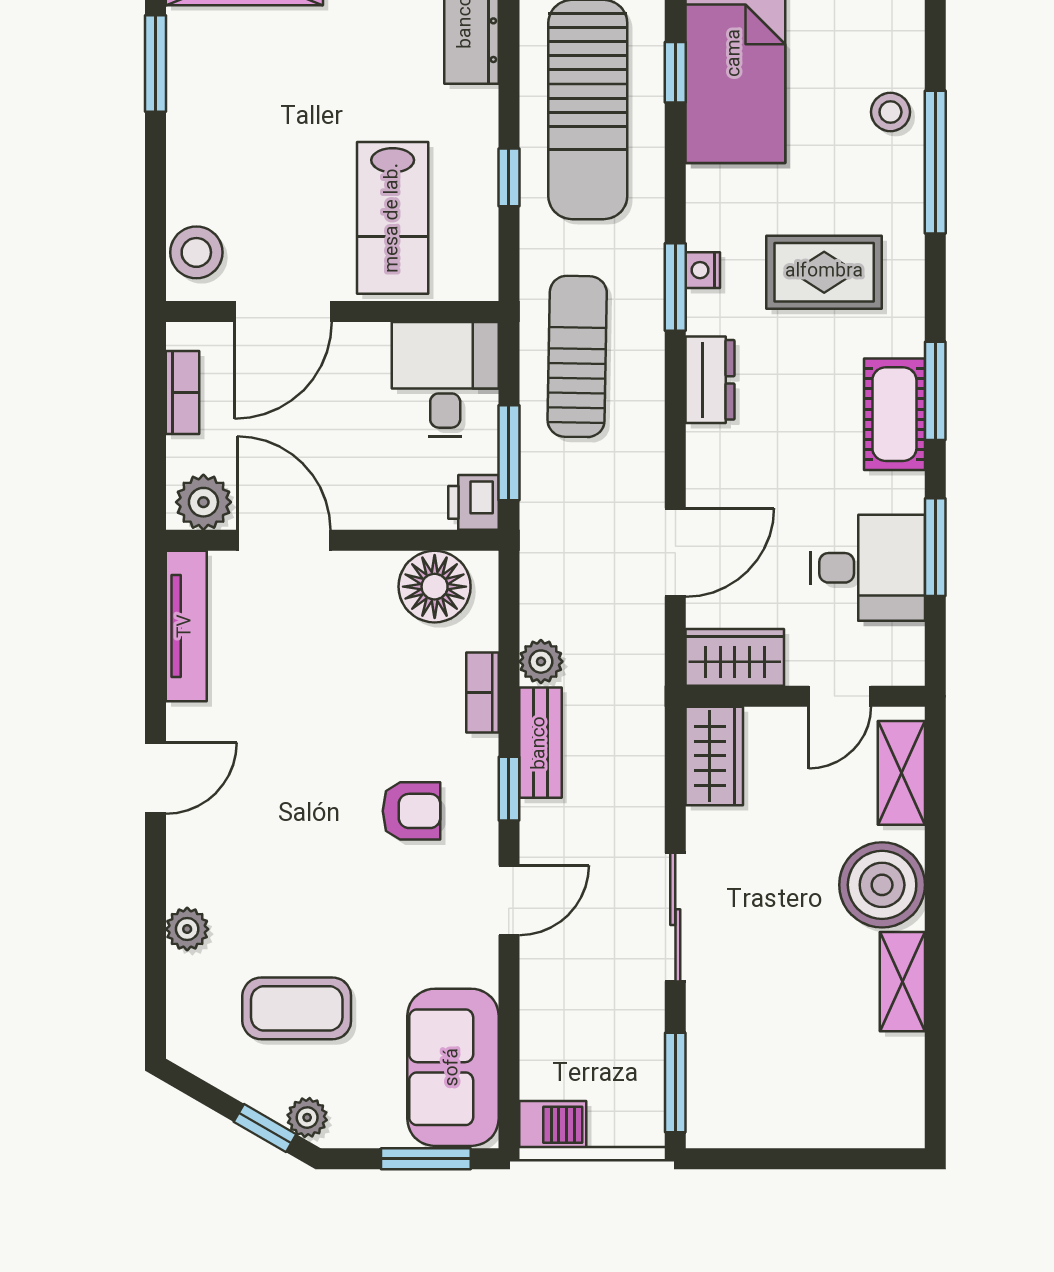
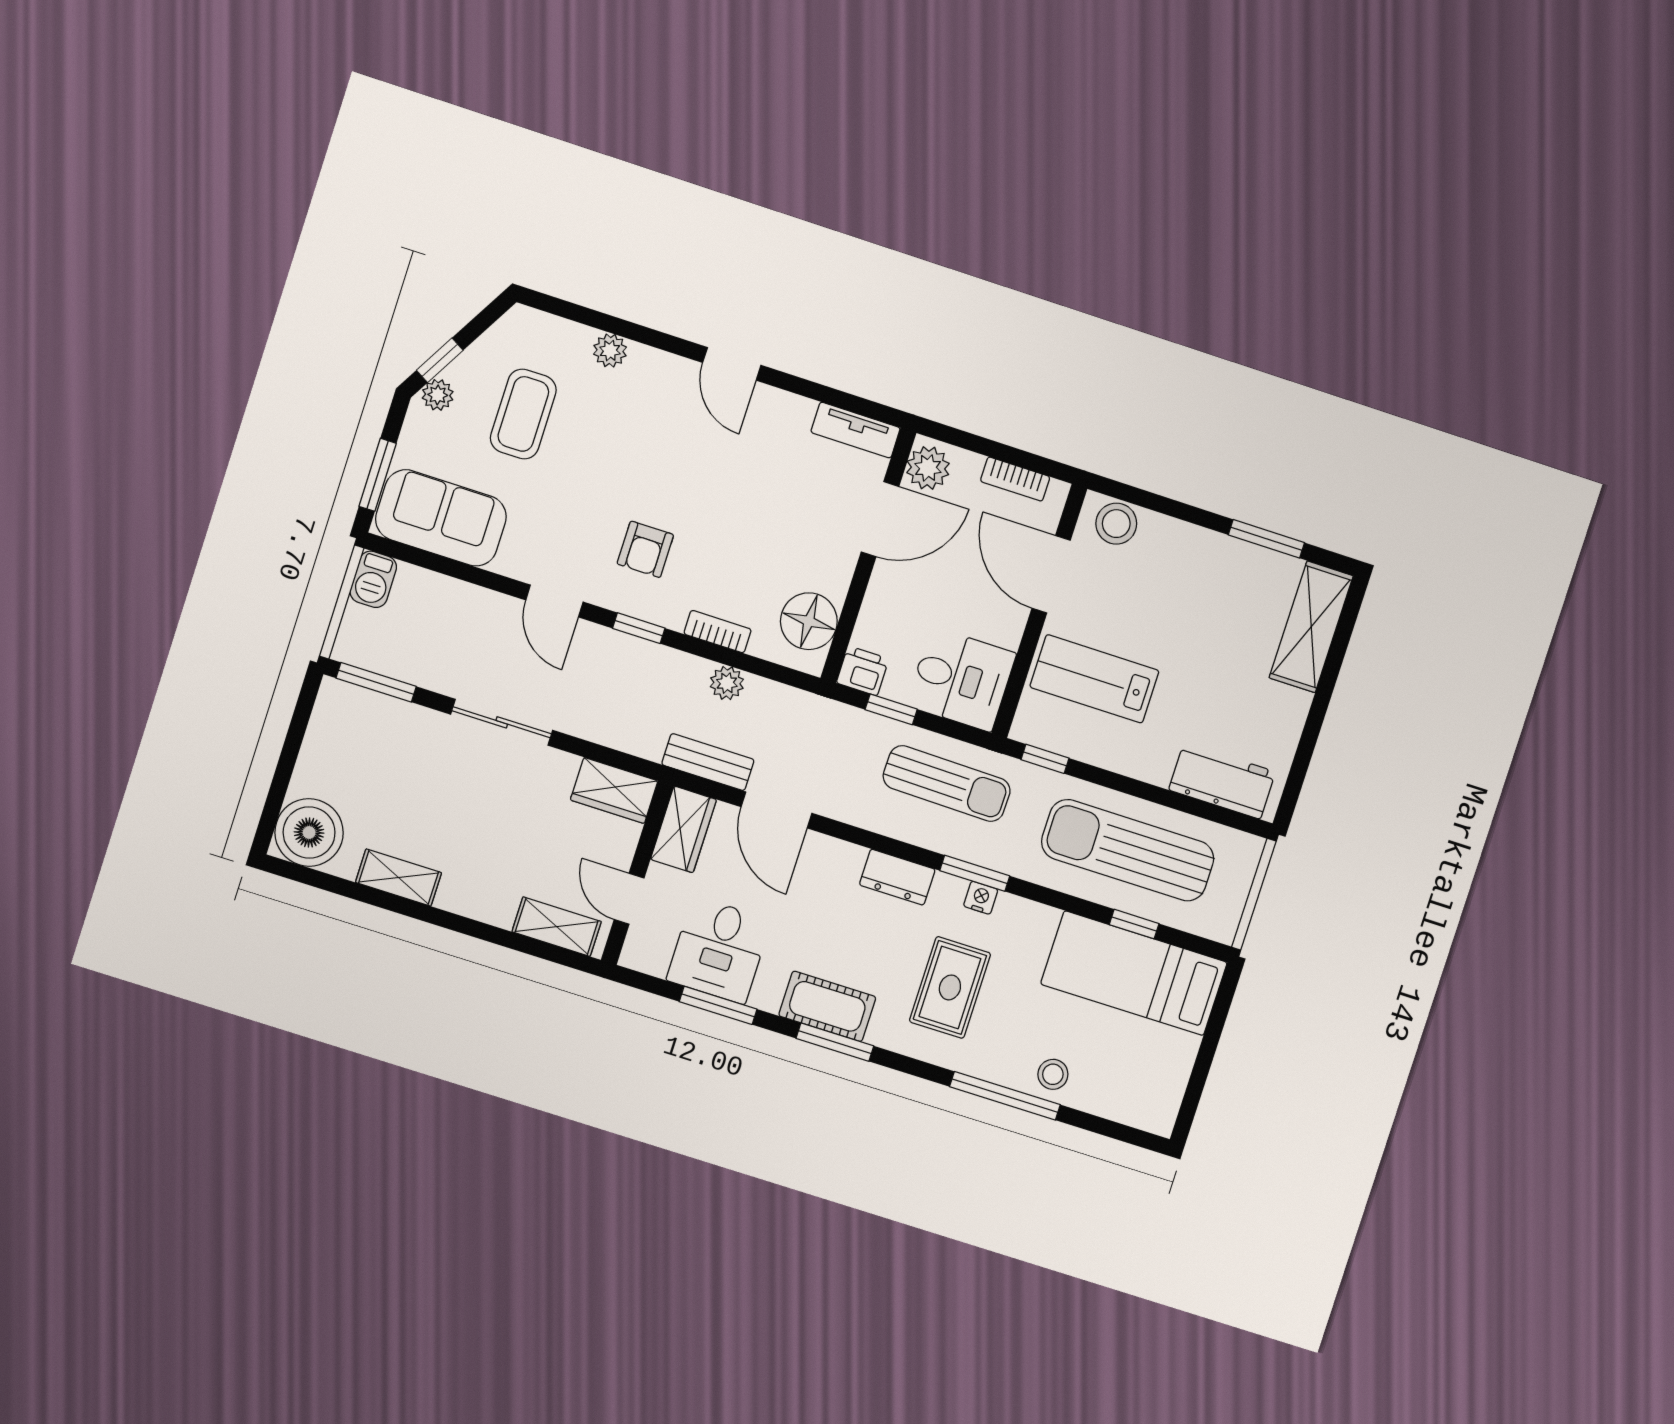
window: (509, 177) -> (1045, 759), moved
window: (509, 453) -> (891, 709), width x0.67
tv unit: (186, 626) -> (856, 430), width x0.71
bench: (540, 743) -> (708, 762), moved
boiler: (882, 885) -> (309, 832), moved

